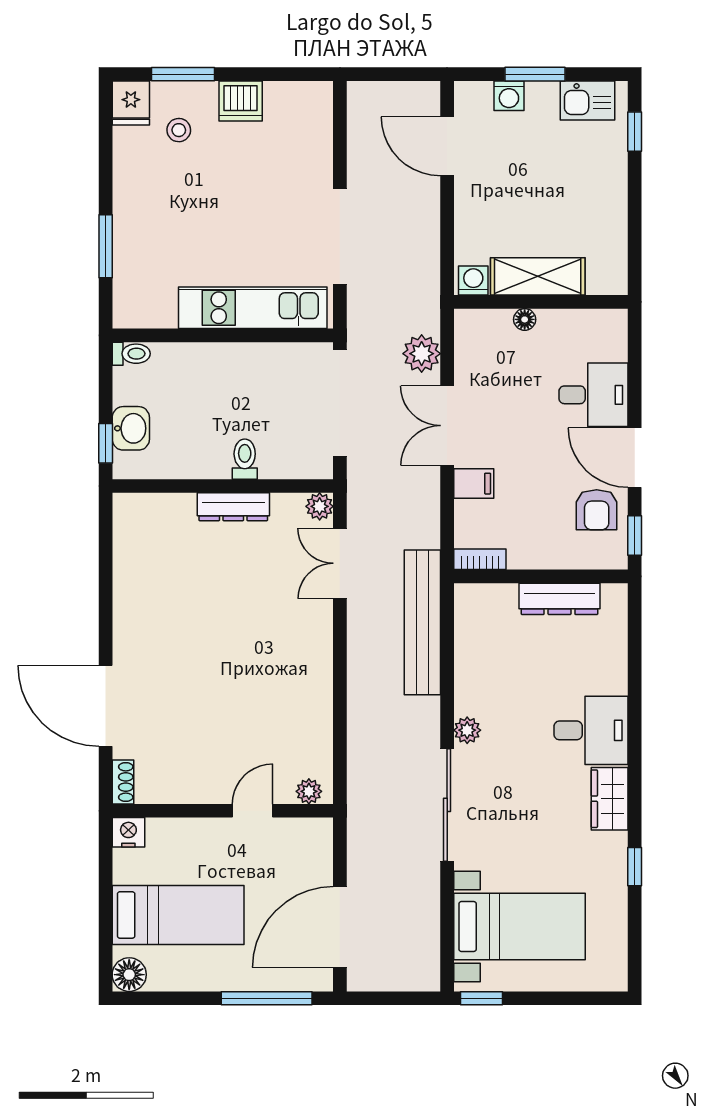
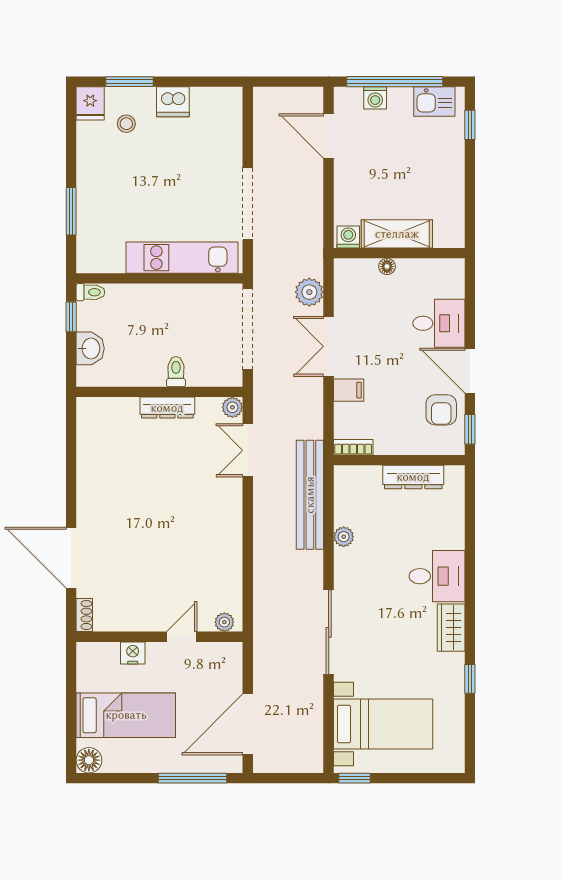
window: (535, 74) -> (395, 82), width x2.11
window: (106, 443) -> (71, 317), moved
plant: (467, 730) -> (344, 537), moved
nightstand: (128, 832) -> (133, 653), moved

